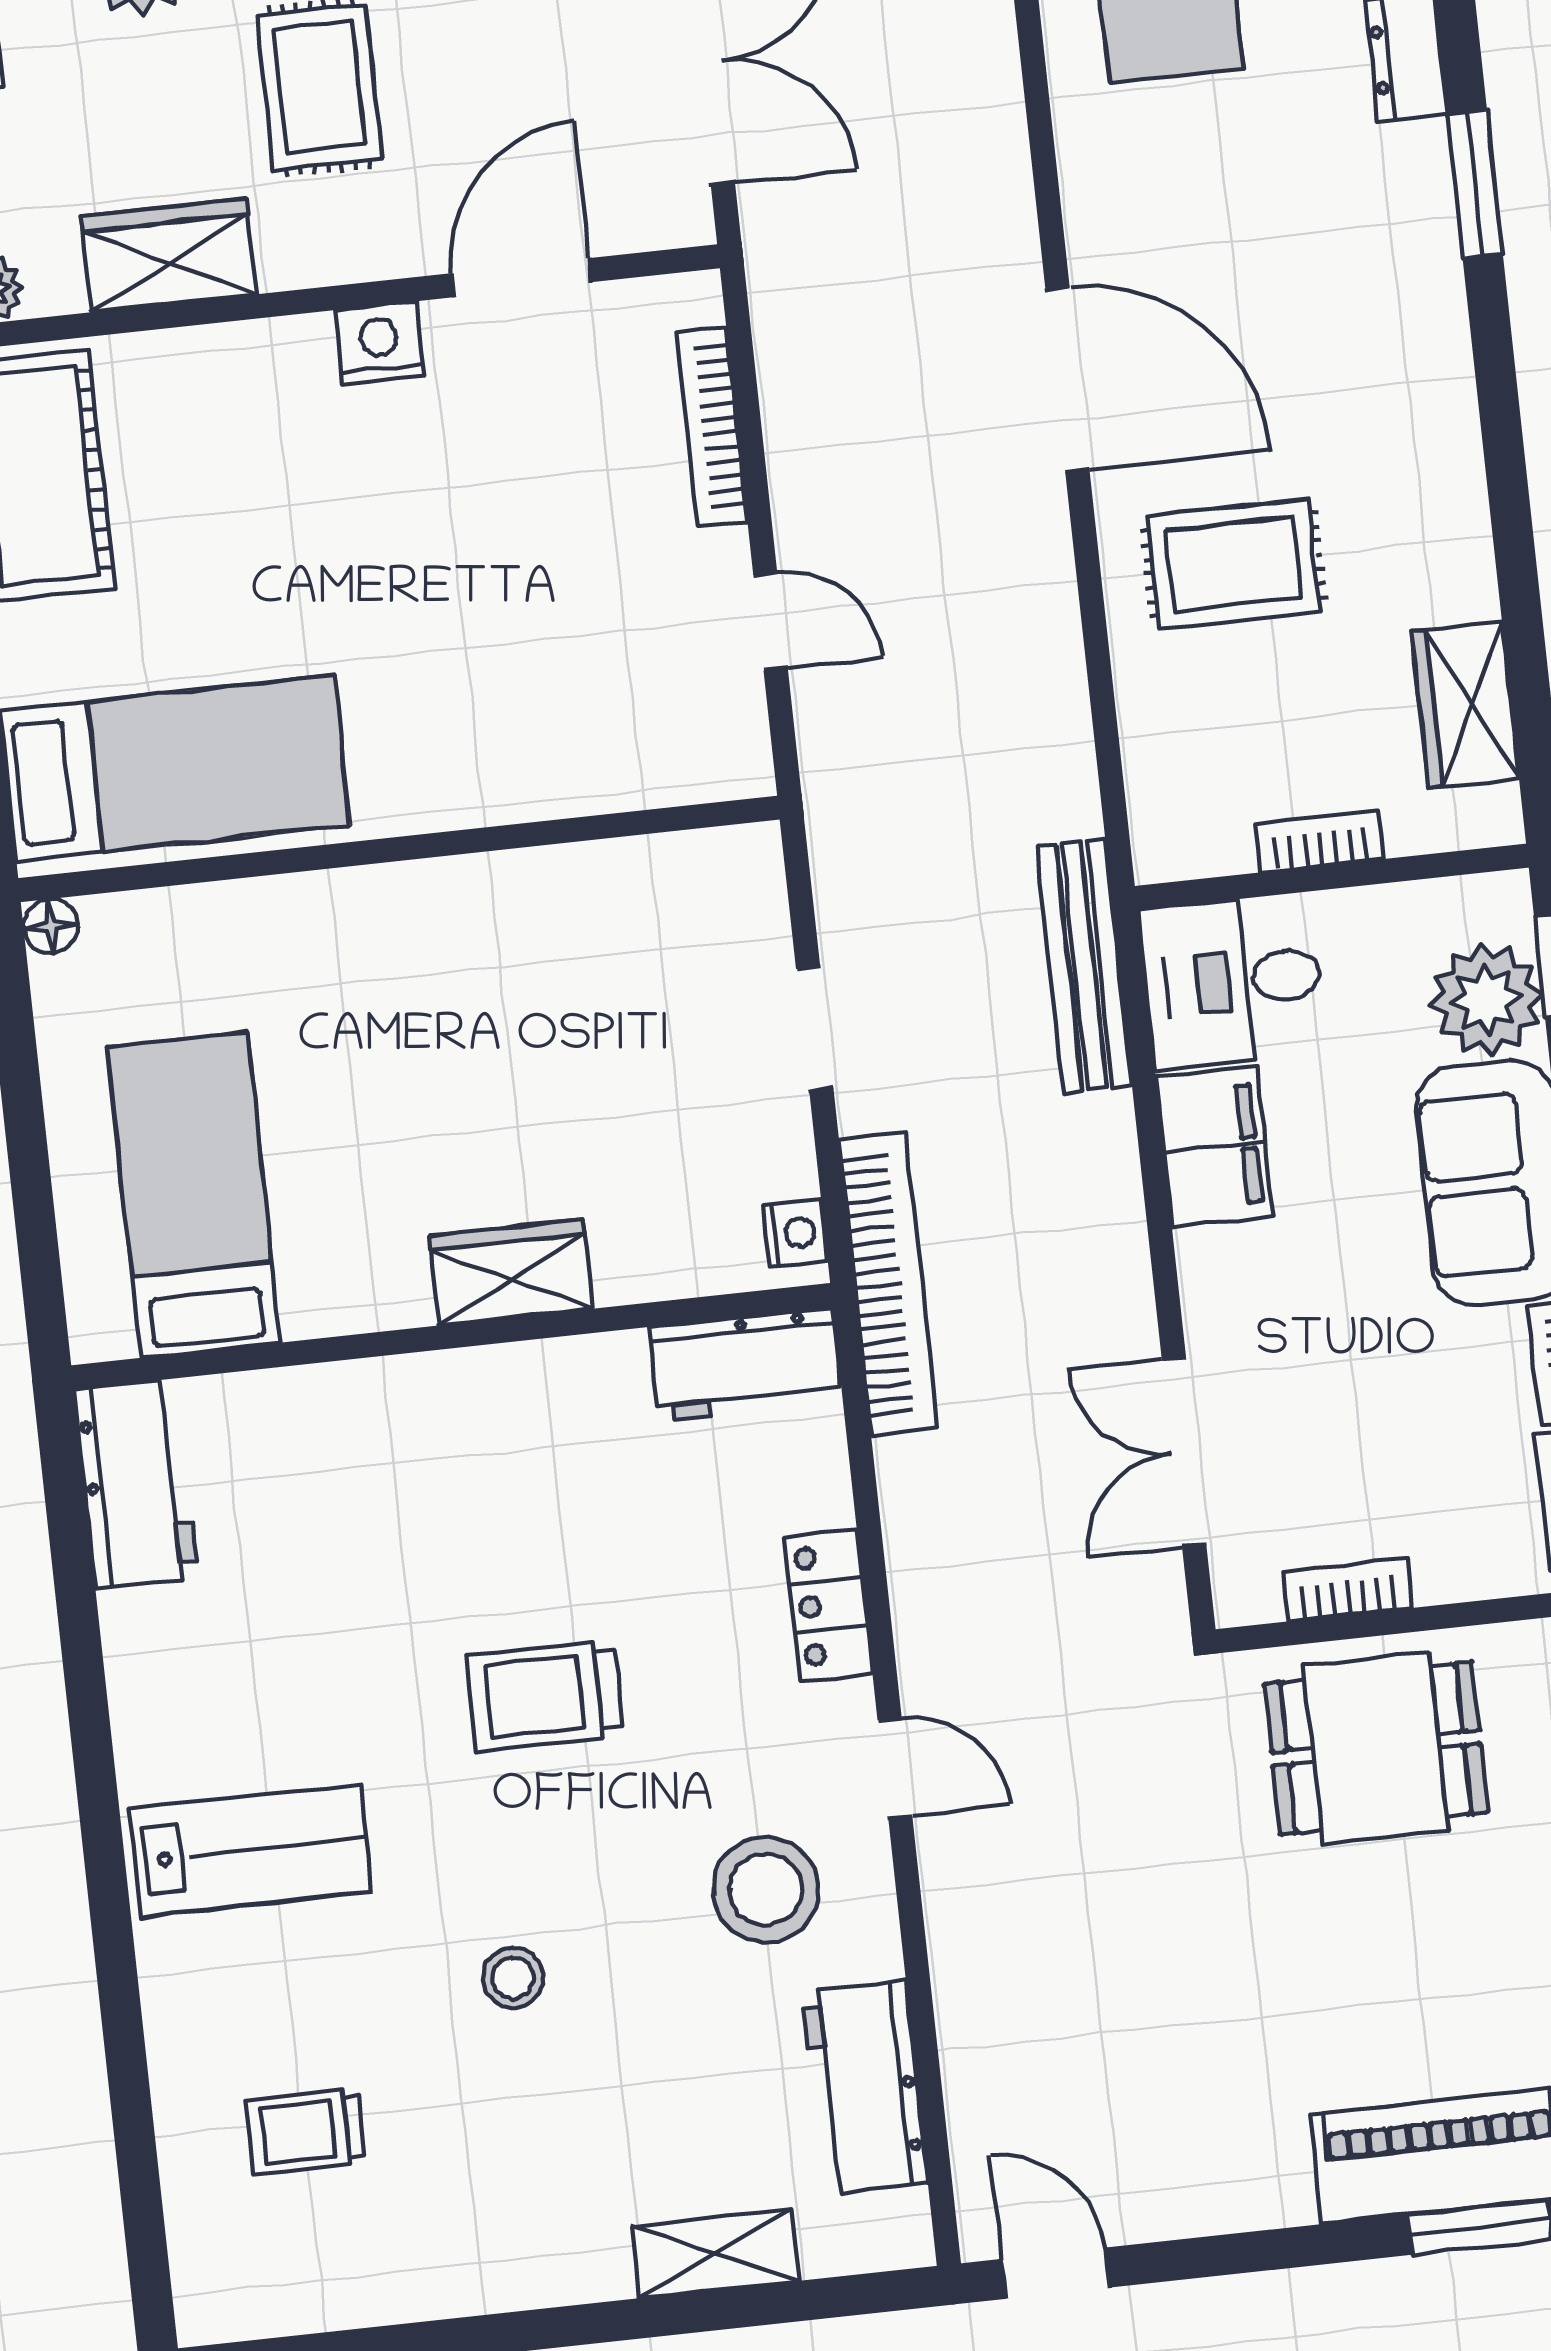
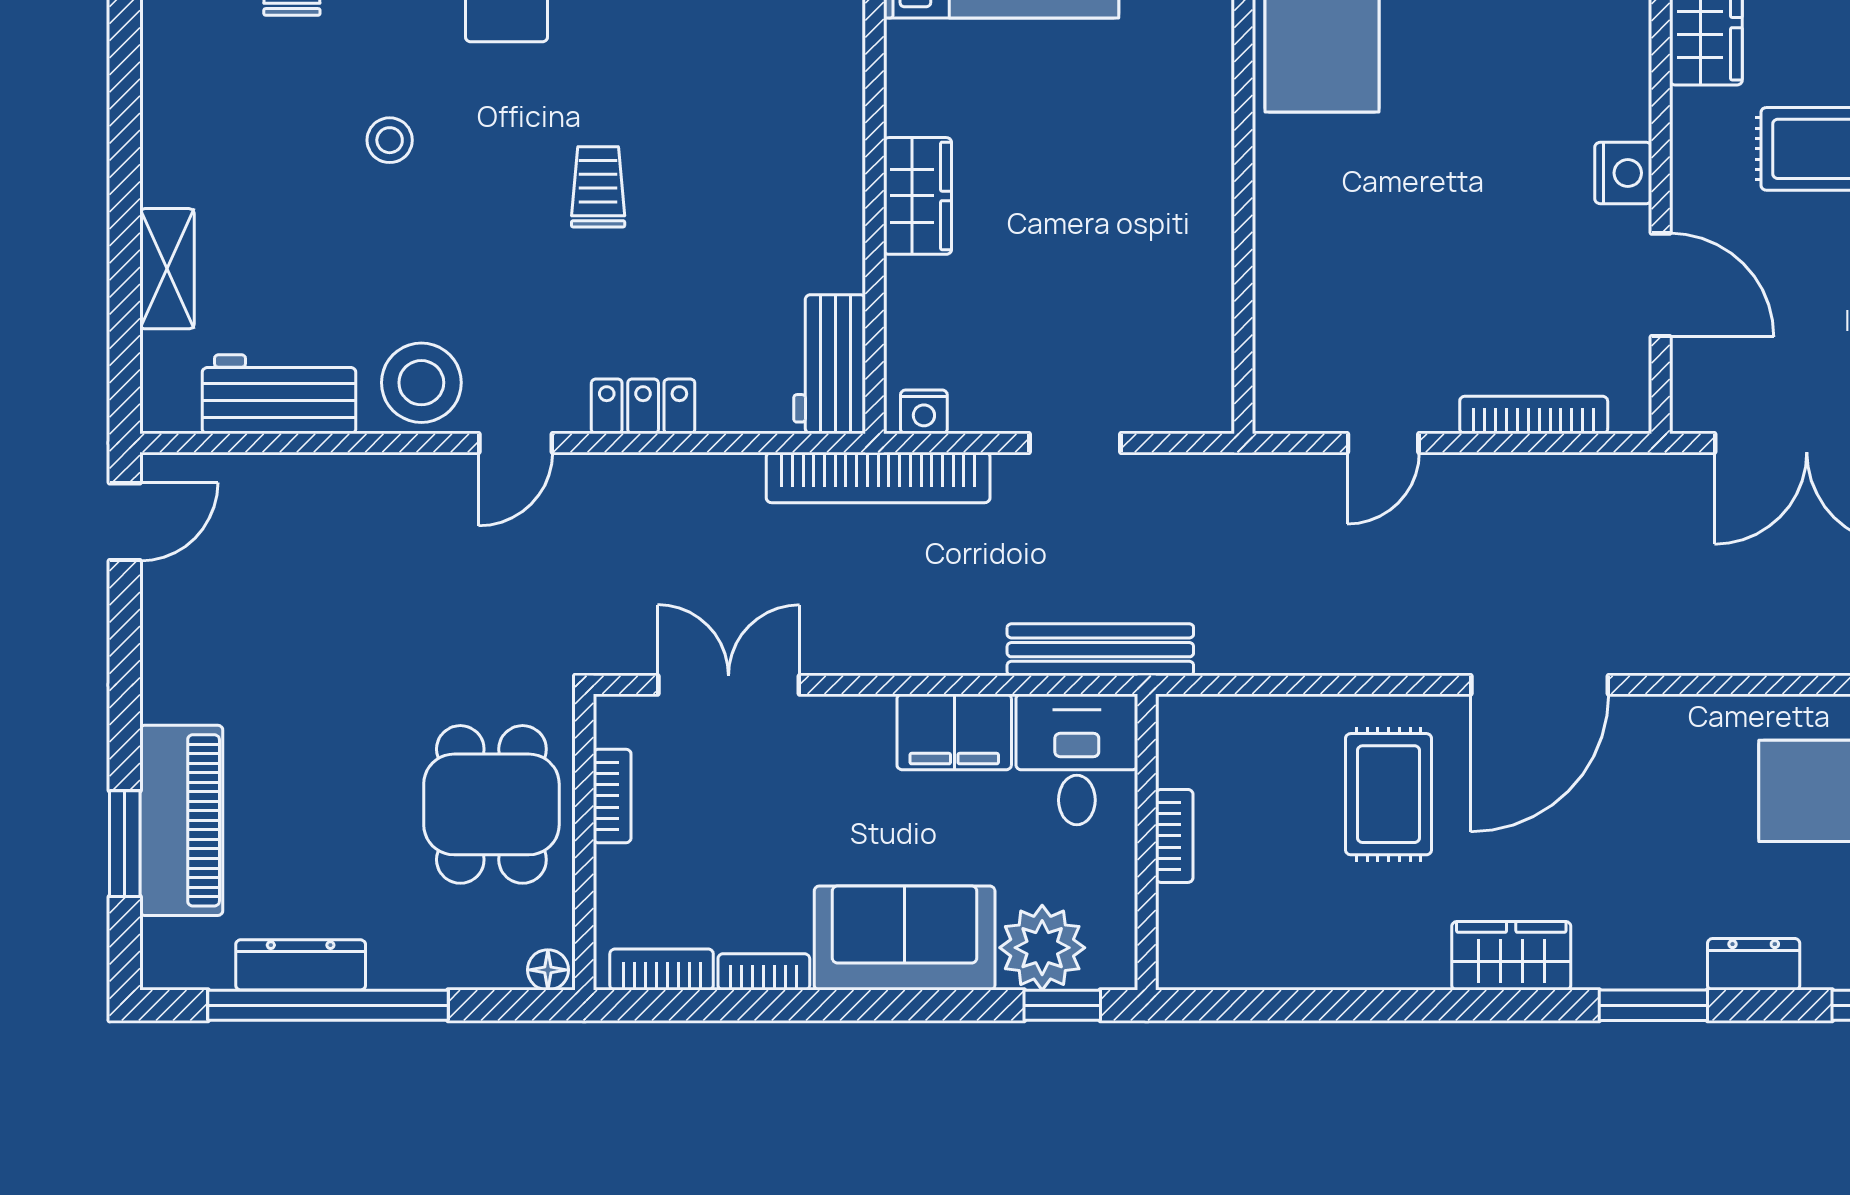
wardrobe: (1465, 705) -> (1511, 956), moved
trolley: (545, 1696) -> (598, 187), width x0.73, depth x0.72
stool: (766, 1890) -> (421, 383), moved

